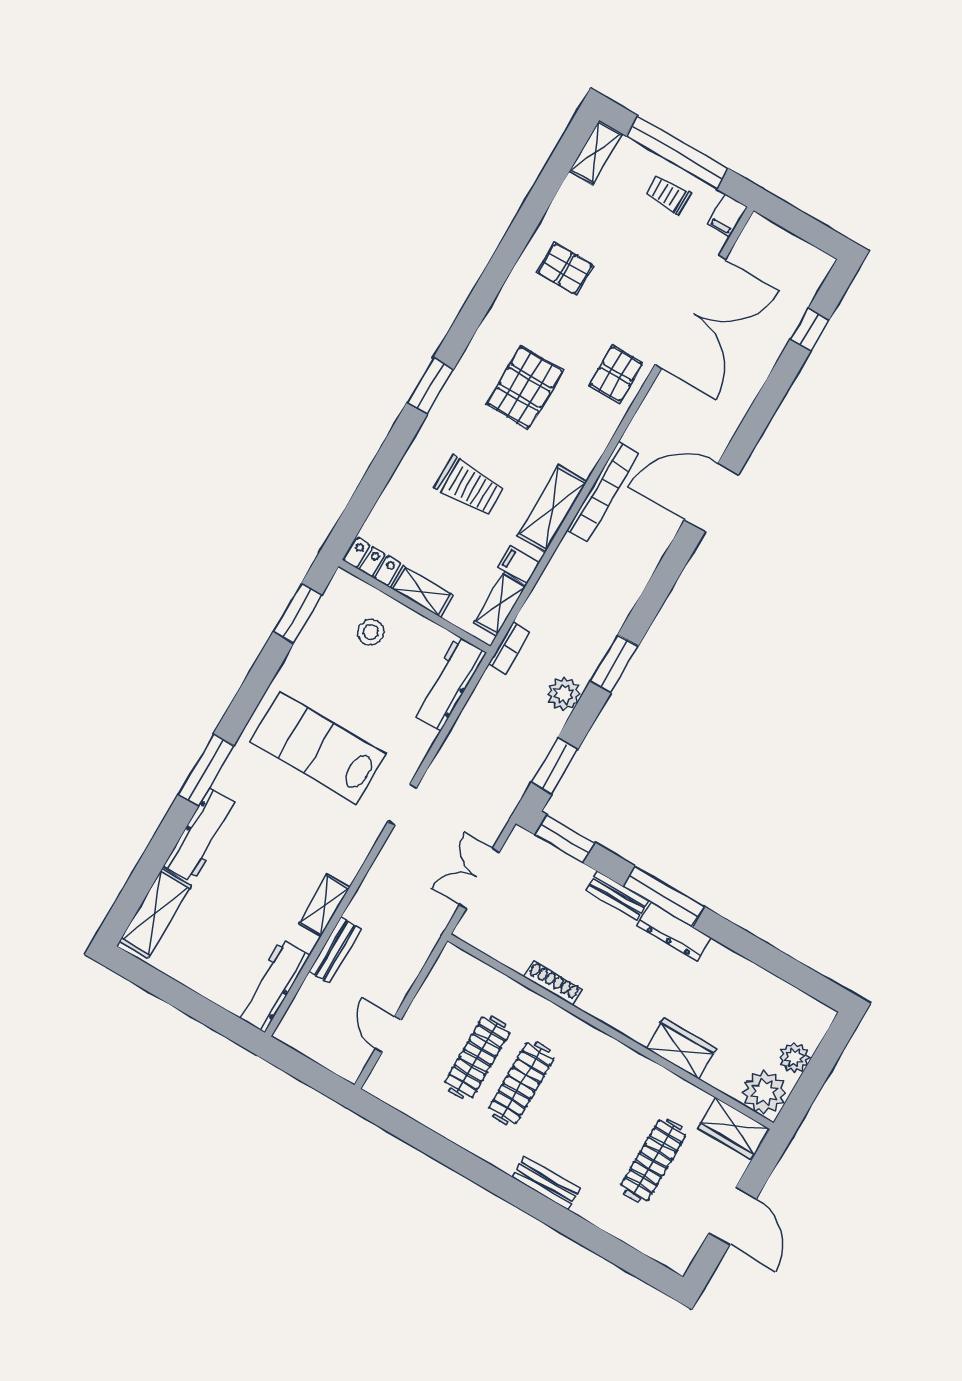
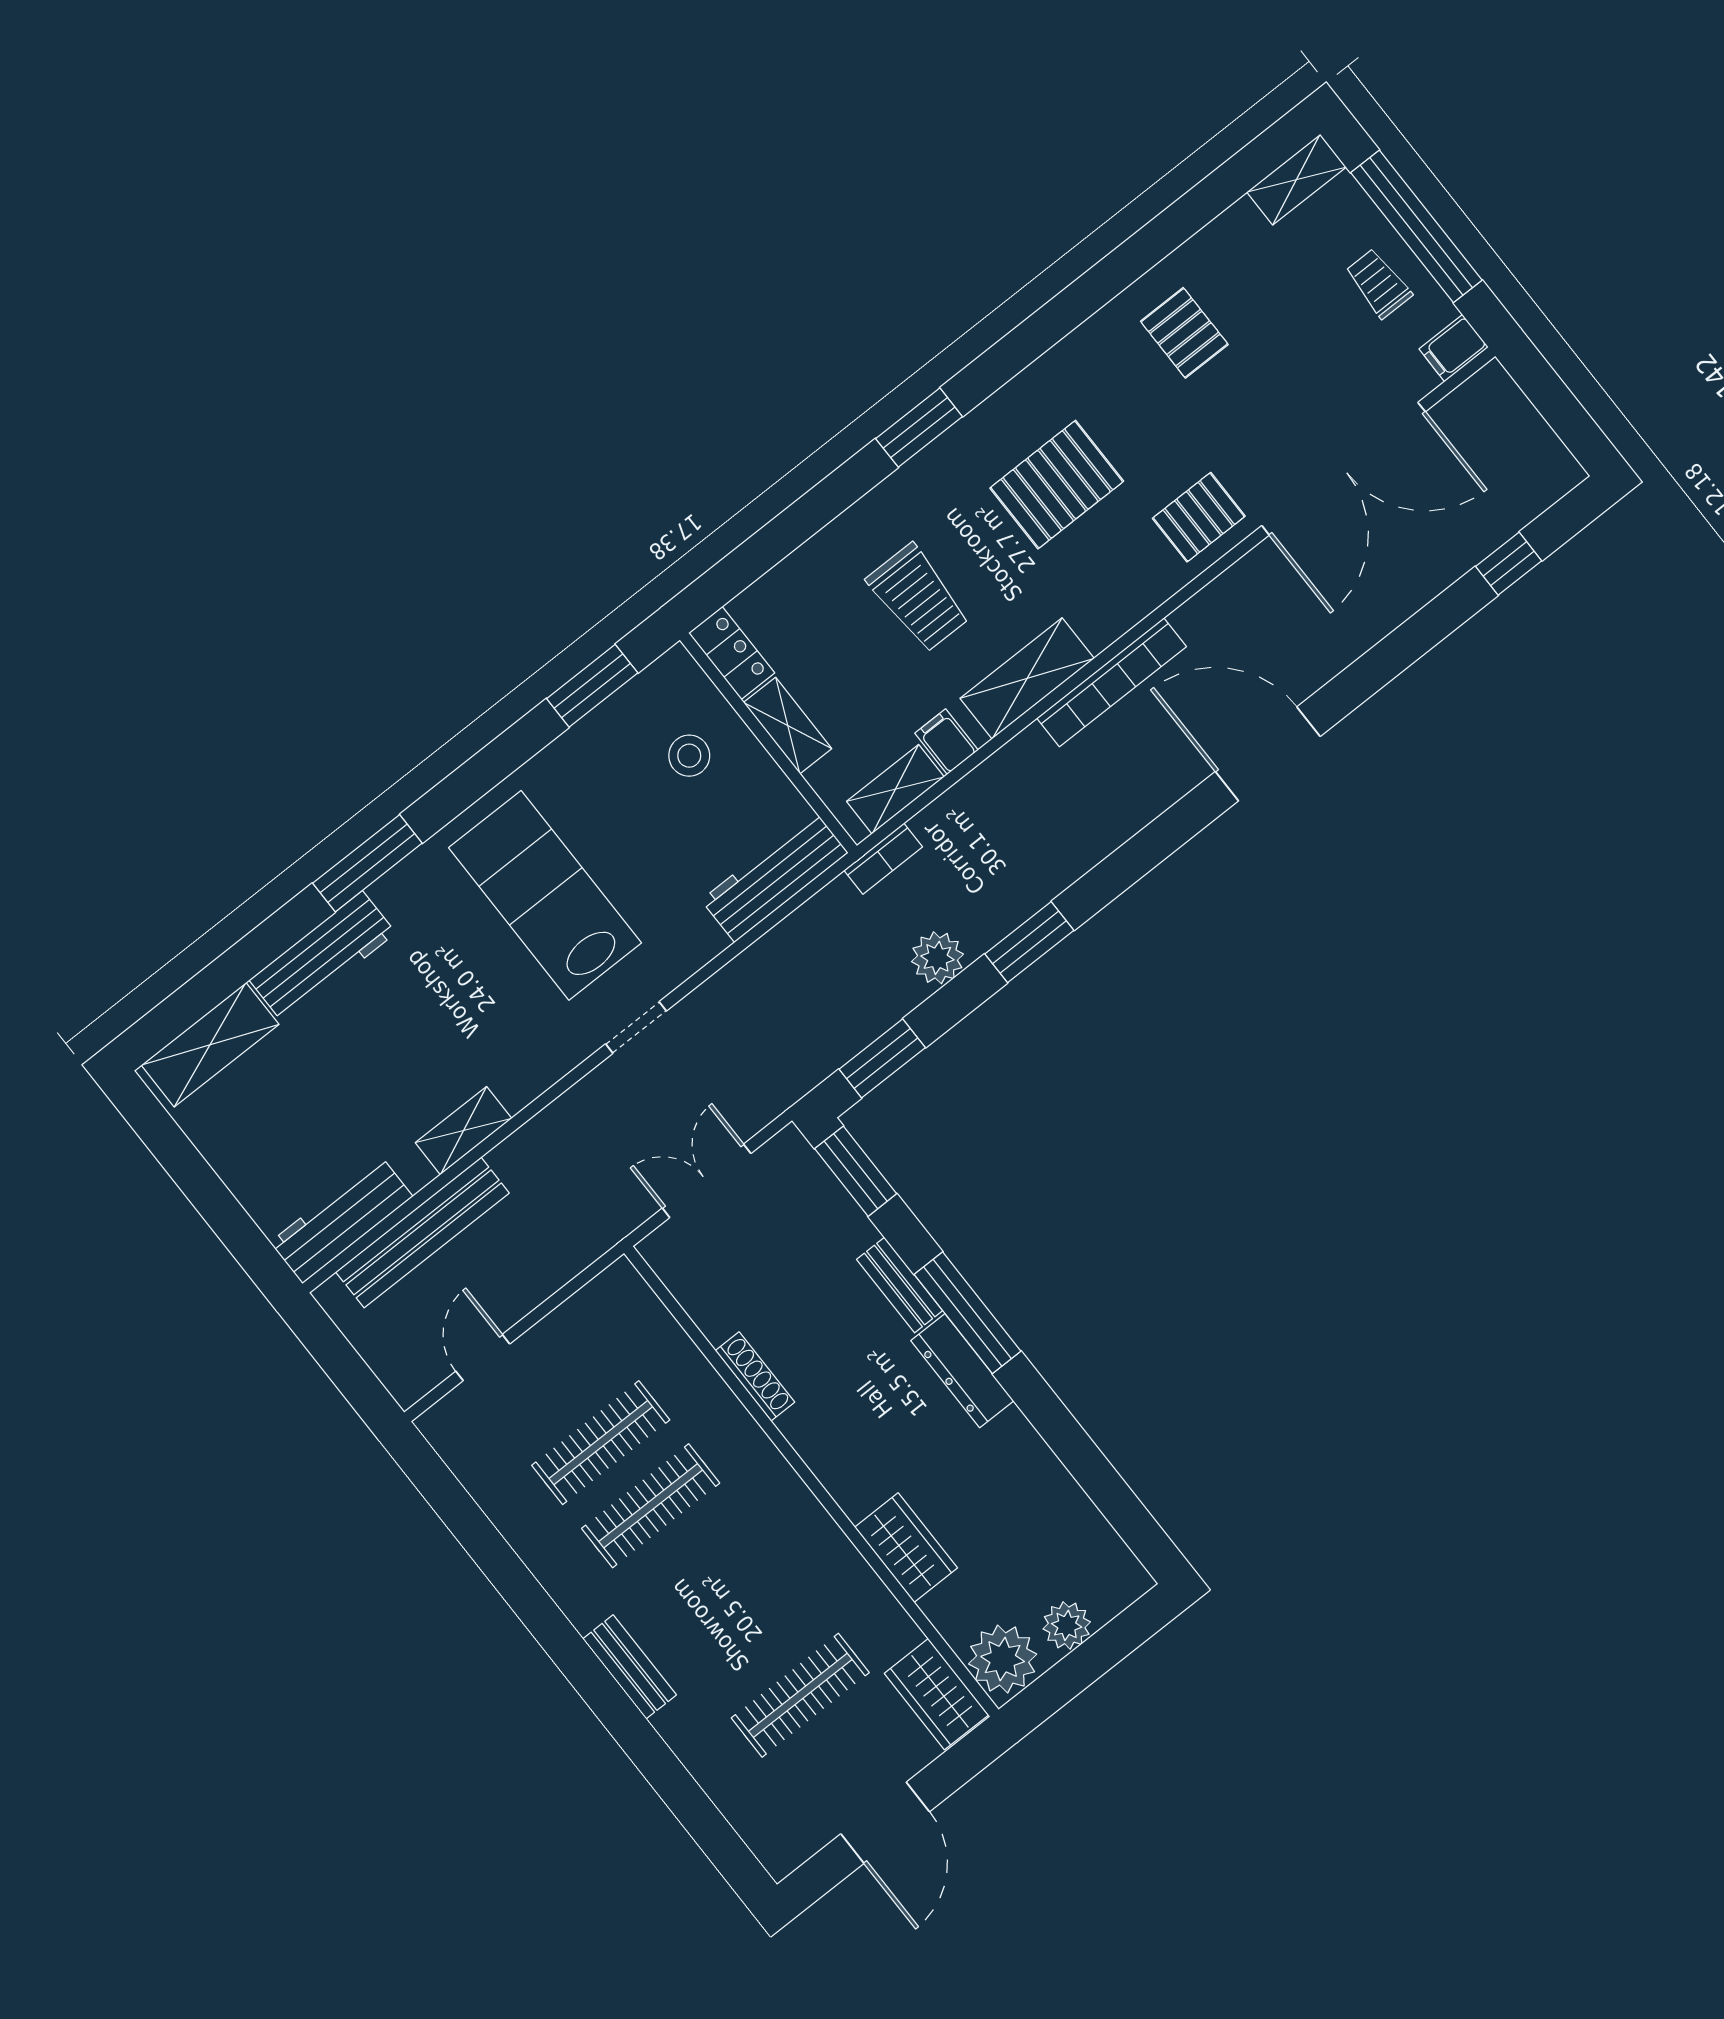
bench: (335, 950) -> (422, 1232), width x1.86, depth x1.21

